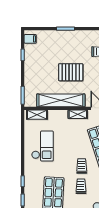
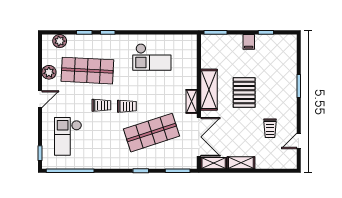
filing cabinet: (30, 39) -> (249, 42), moved
shelving: (61, 100) -> (209, 90), width x0.68
shelving: (37, 115) -> (191, 50), removed

